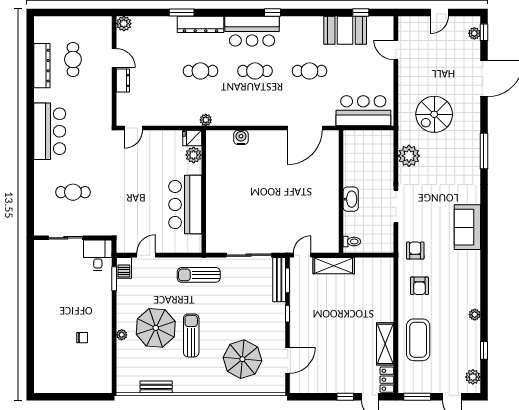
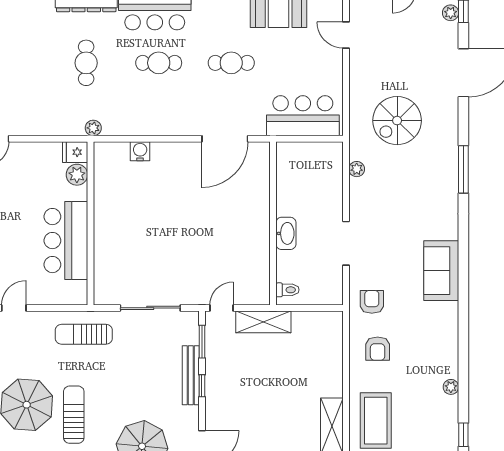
cafe table: (200, 71) -> (86, 63), turned 90
plant: (409, 156) -> (357, 169), width x0.53, depth x0.53
bench: (279, 280) -> (191, 375), moved

